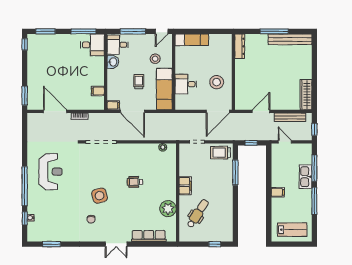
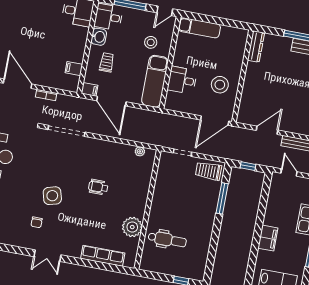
trolley: (139, 82) -> (107, 62), moved
filing cabinet: (185, 186) -> (158, 203), removed
filing cabinet: (278, 192) -> (268, 238), width x2.00
dental chair: (198, 213) -> (167, 240), turned 57
double door: (116, 244) -> (47, 256), moved

